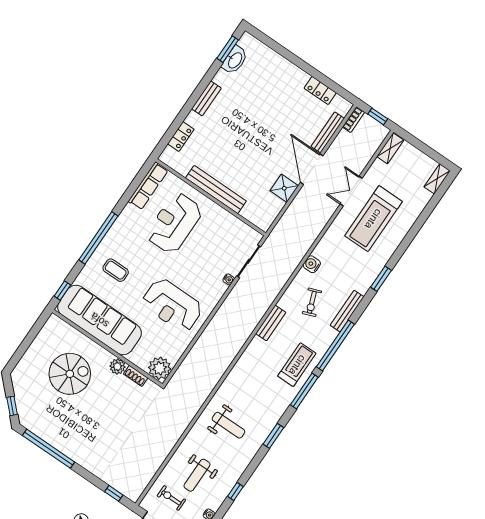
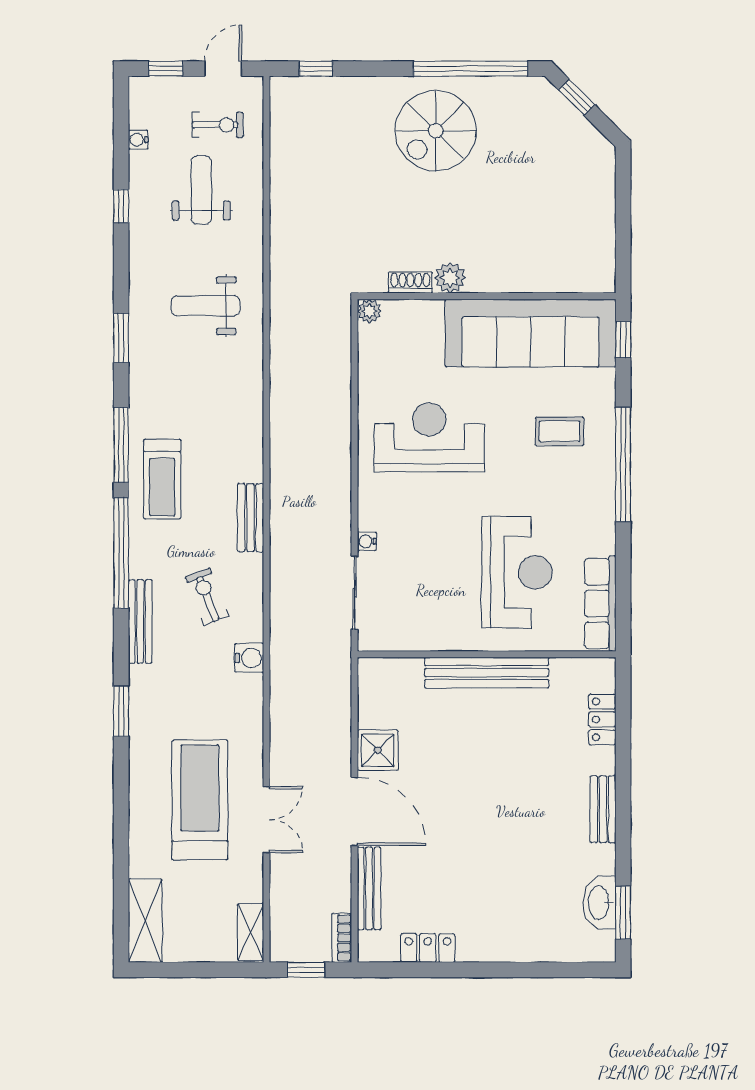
shelving: (437, 179) -> (145, 921), width x1.50, depth x1.33
plant: (160, 368) -> (369, 311), width x0.53, depth x0.53
spiral stairs: (70, 374) -> (436, 131), moved

